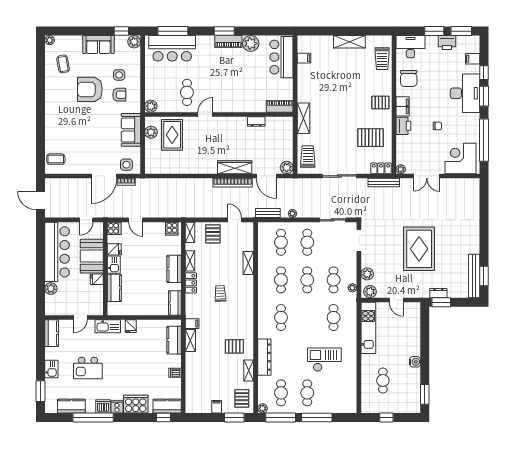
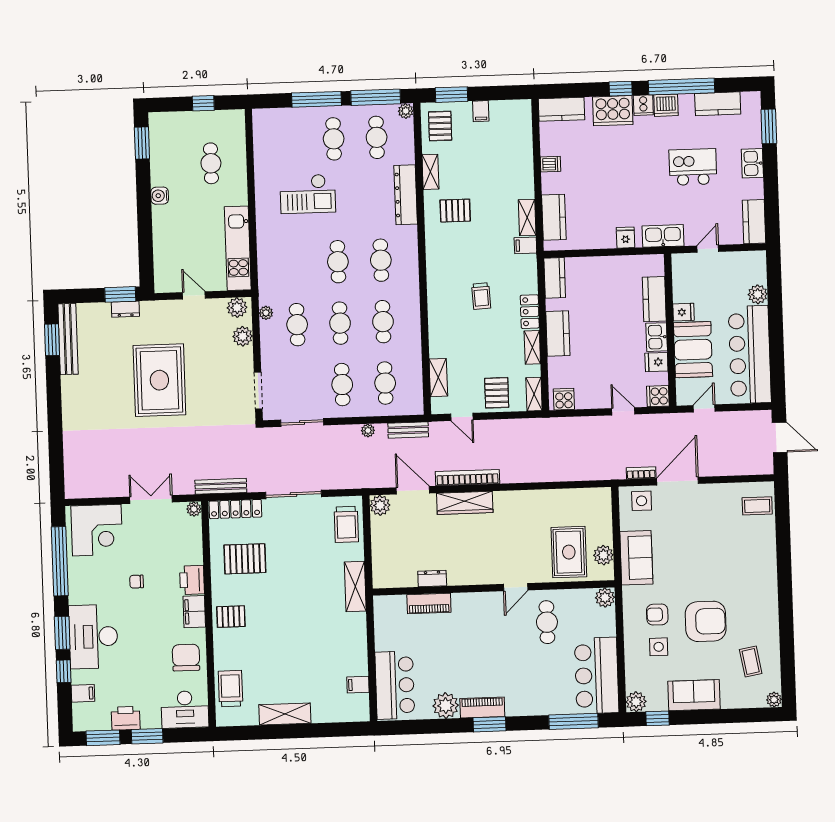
bar counter: (172, 48) -> (597, 676), moved, turned -90
piano: (280, 106) -> (429, 603), moved
locker: (381, 168) -> (235, 509), width x1.53
shelving: (248, 263) -> (438, 378), moved
cafe table: (334, 318) -> (338, 262), moved
window: (163, 417) -> (621, 89), moved

